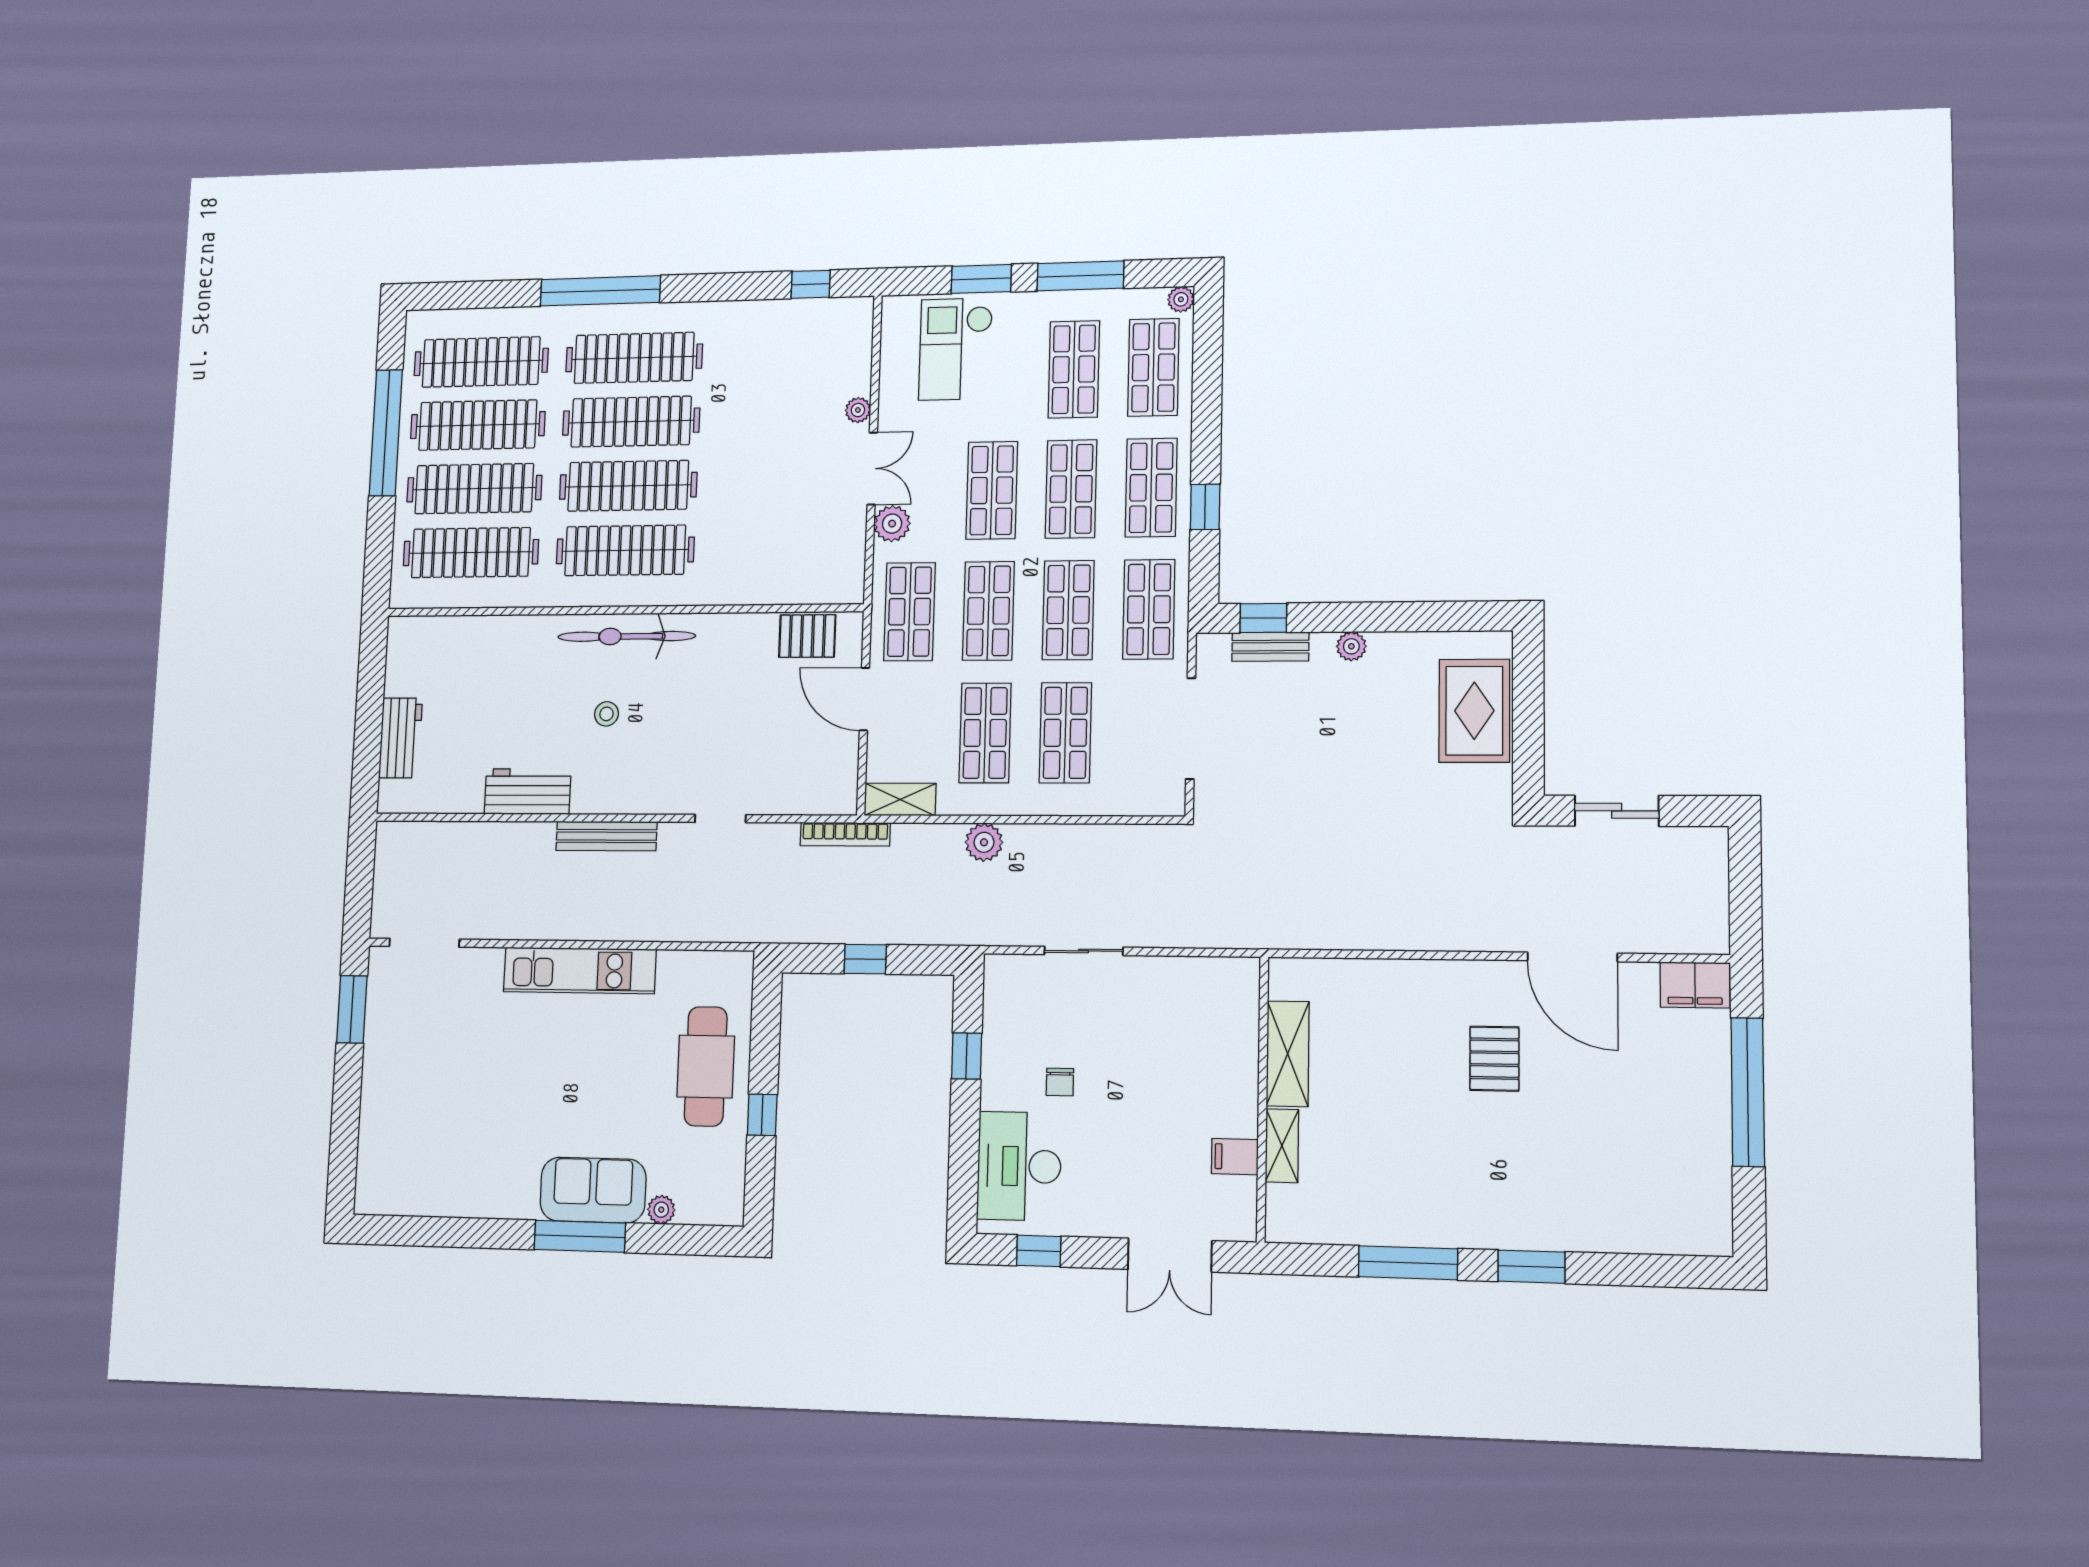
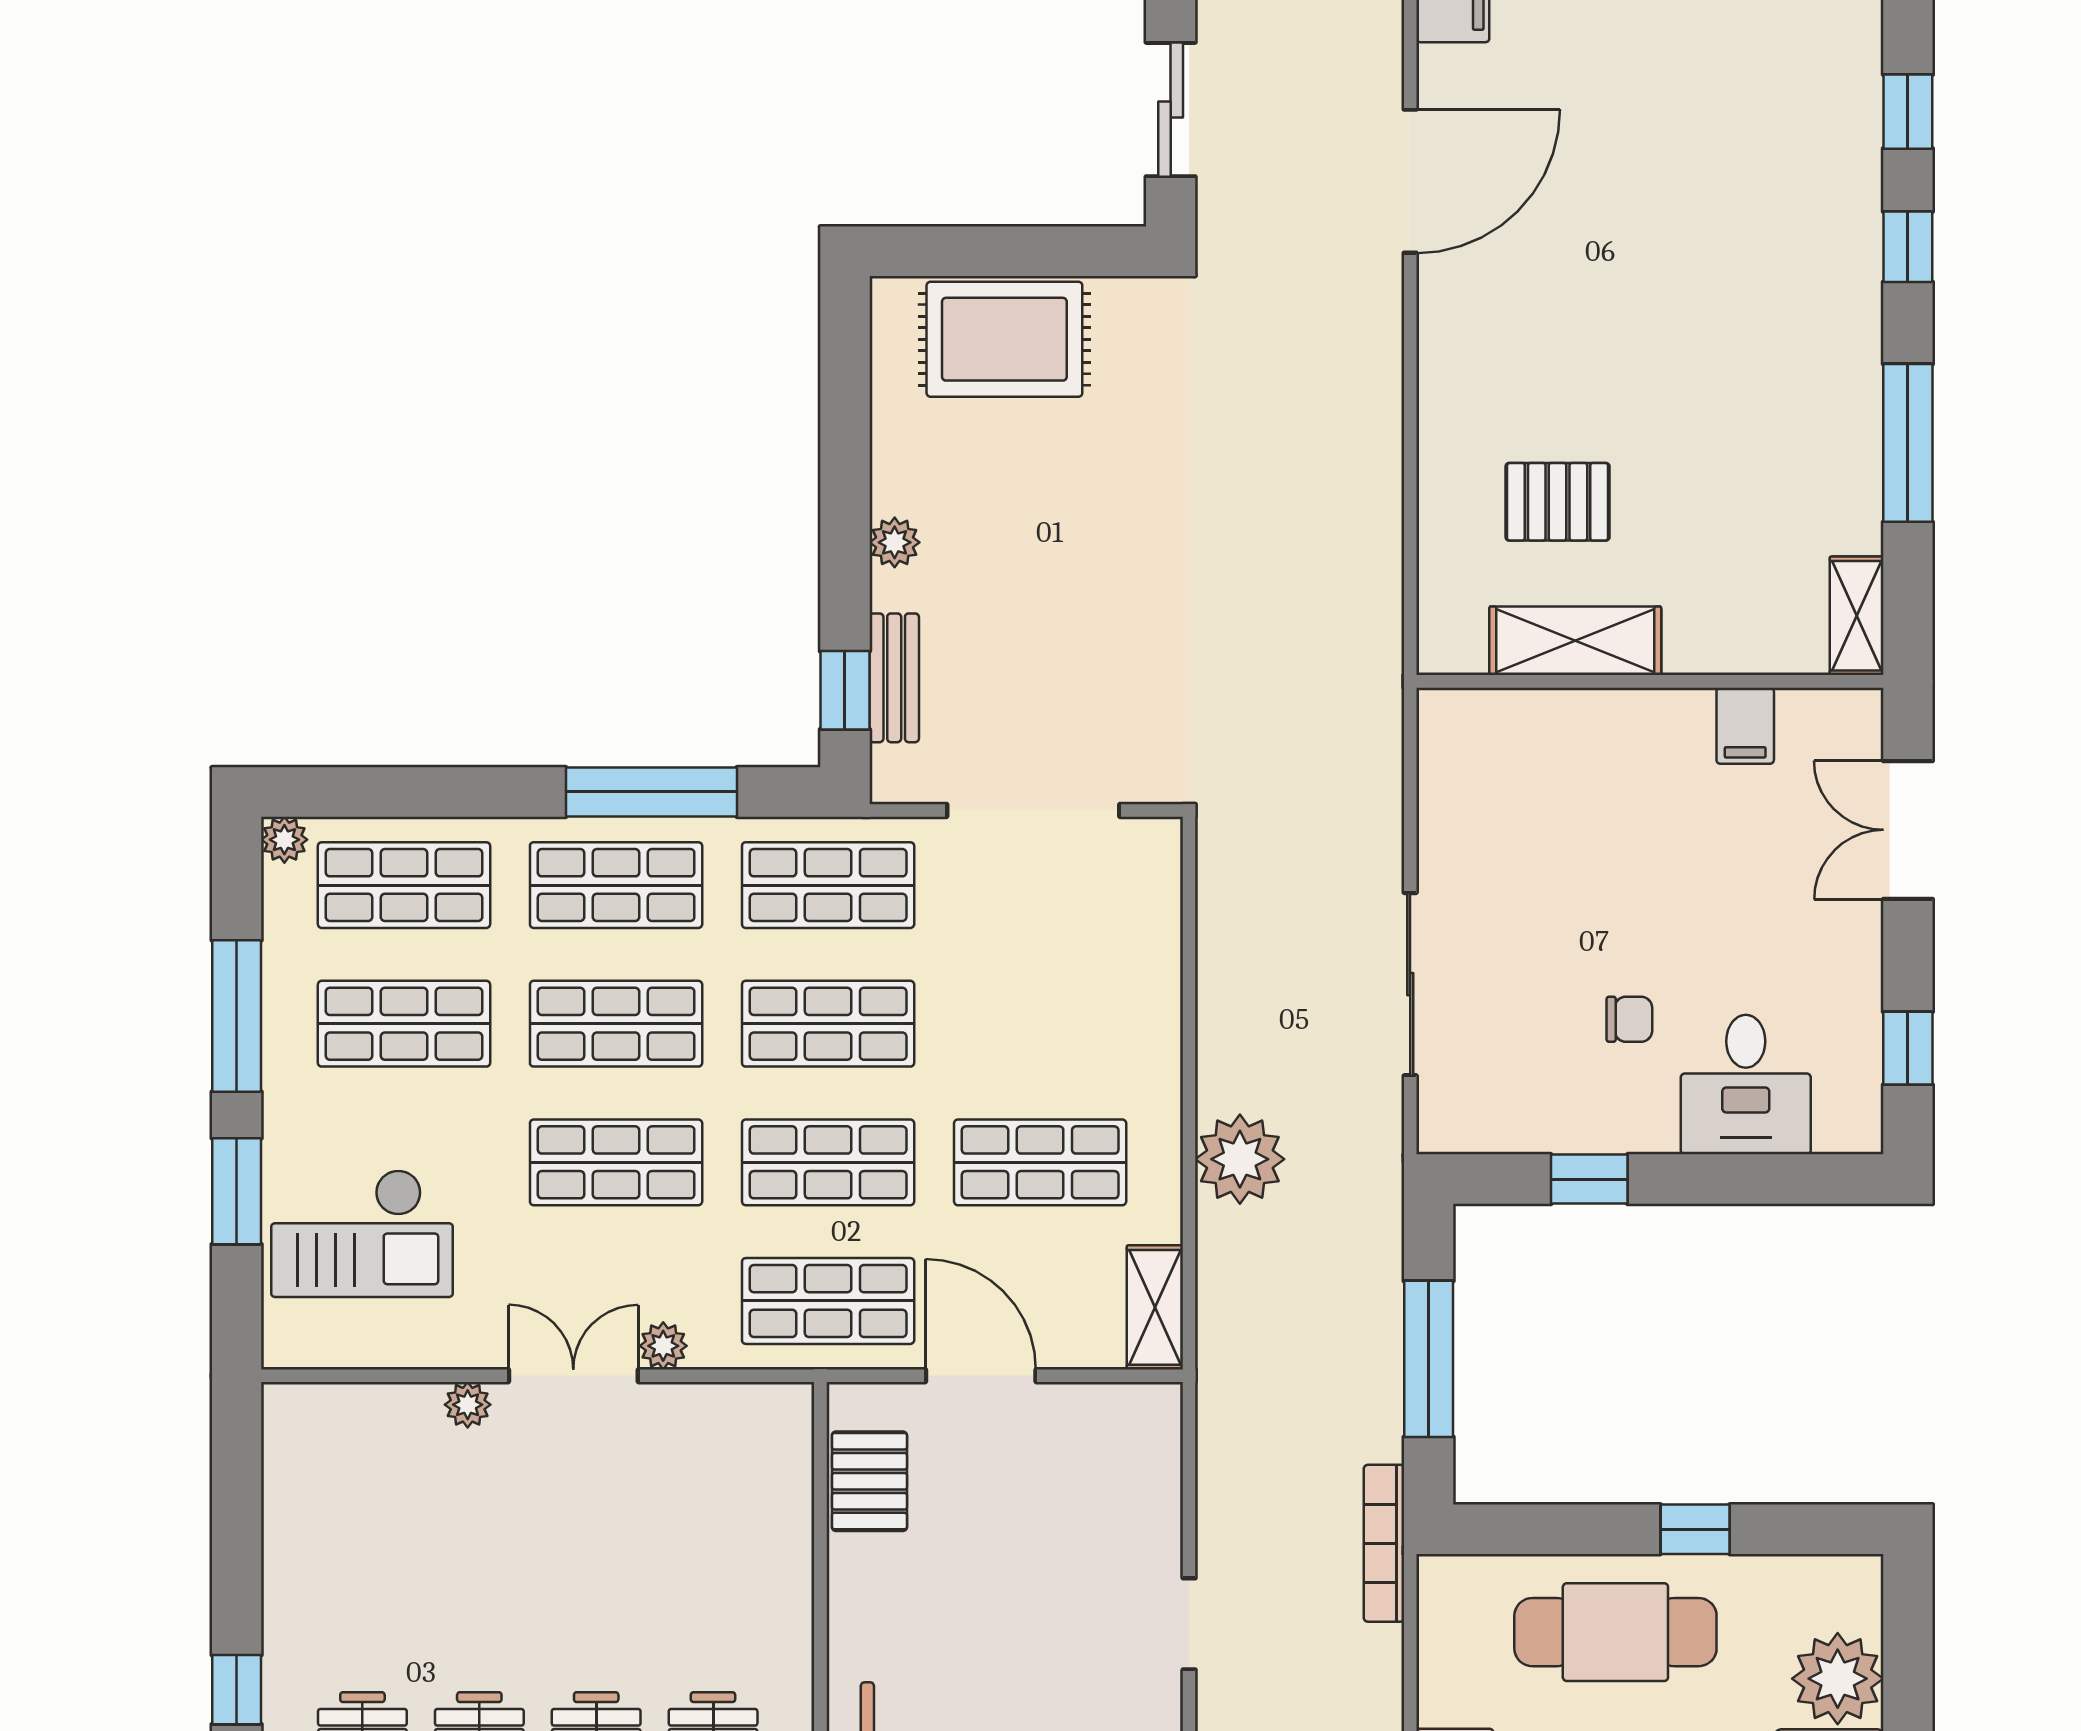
window: (811, 284) -> (237, 1690), moved
window: (1205, 507) -> (651, 792), width x2.17
plant: (892, 524) -> (663, 1346), width x0.73, depth x0.73
door: (864, 699) -> (981, 1376), swing flipped
shop shelf: (1065, 733) -> (1040, 1024), removed
bookcase: (845, 834) -> (1384, 1543), moved, turned 180
plant: (984, 842) -> (1240, 1159), width x1.36, depth x1.36
sliding door: (1084, 951) -> (1410, 984), width x1.37
window: (865, 959) -> (1429, 1359), width x2.17
pallet: (1494, 1059) -> (1558, 502), moved
shelving: (1282, 1146) -> (1857, 616), moved, turned 90
desk: (1019, 1166) -> (1746, 1085), width x0.73
plant: (661, 1210) -> (1838, 1679), width x1.88, depth x1.88
double door: (1170, 1255) -> (1908, 830), swing flipped
window: (1531, 1267) -> (1908, 247), width x0.67
window: (1618, 1269) -> (1908, 112), added

